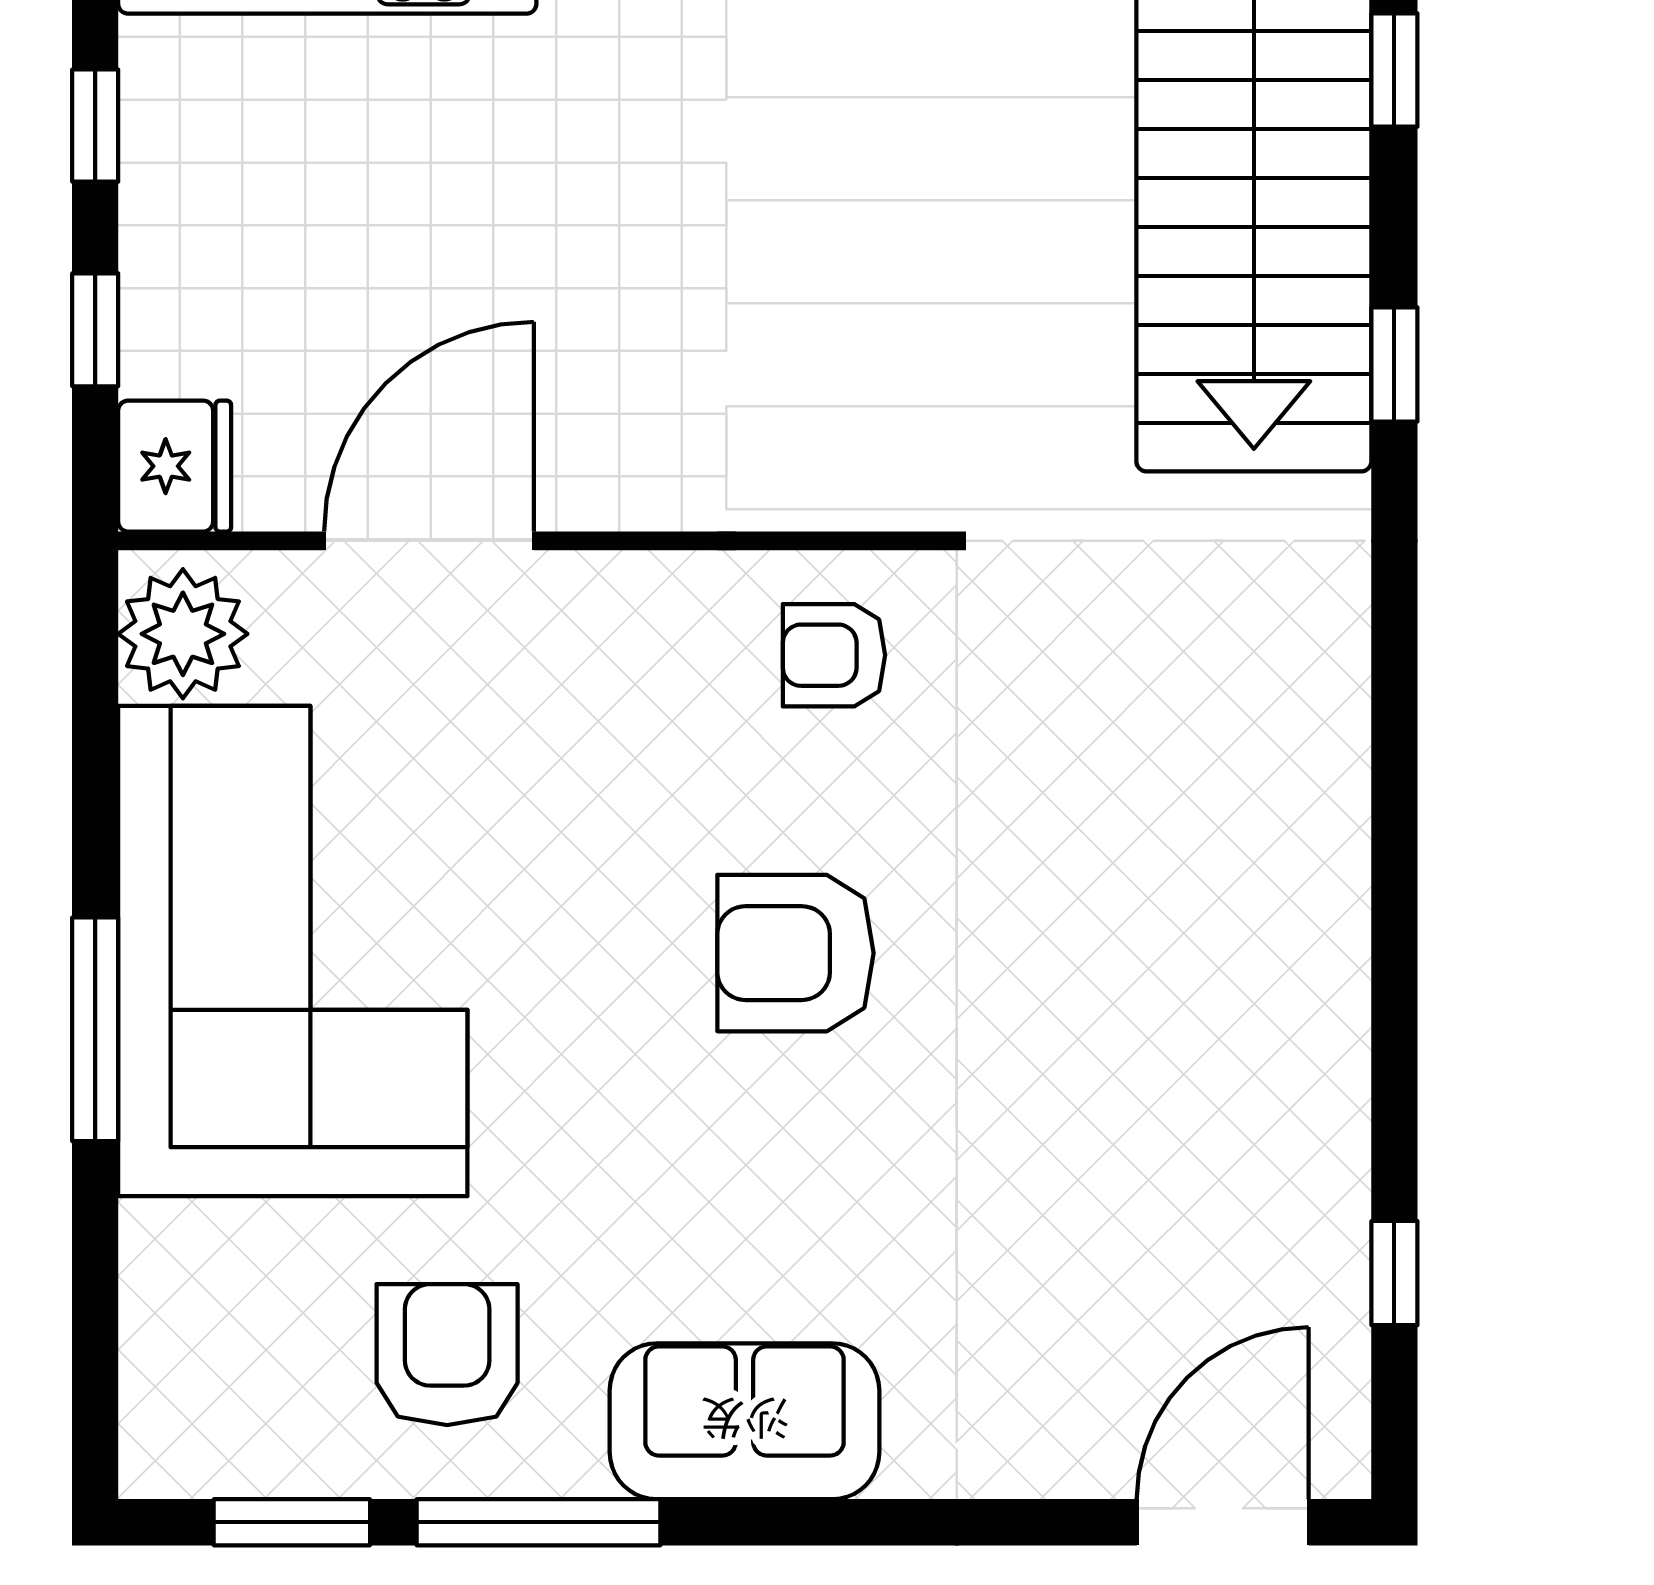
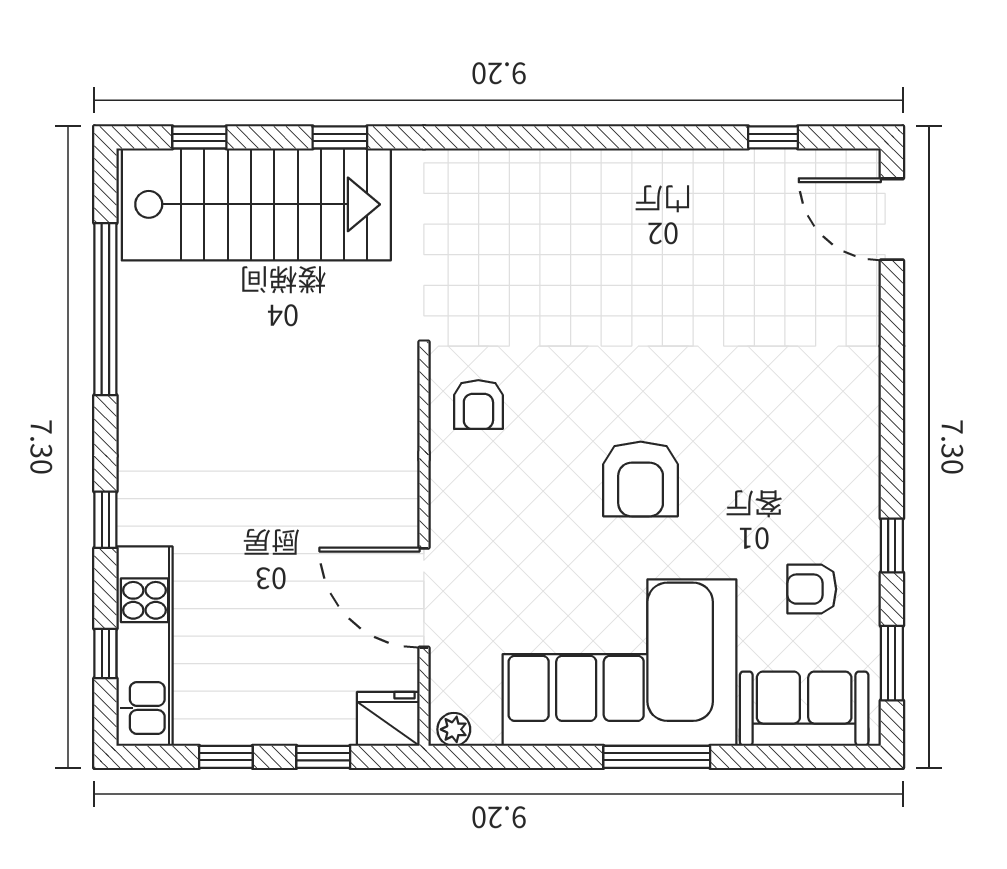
plant: (183, 634) -> (454, 729), width x0.53, depth x0.53
armchair: (795, 953) -> (641, 479), moved
armchair: (447, 1355) -> (812, 589), width x0.72, depth x0.72
sofa: (745, 1421) -> (804, 709), moved, turned 90
window: (539, 1522) -> (892, 545), width x0.46

